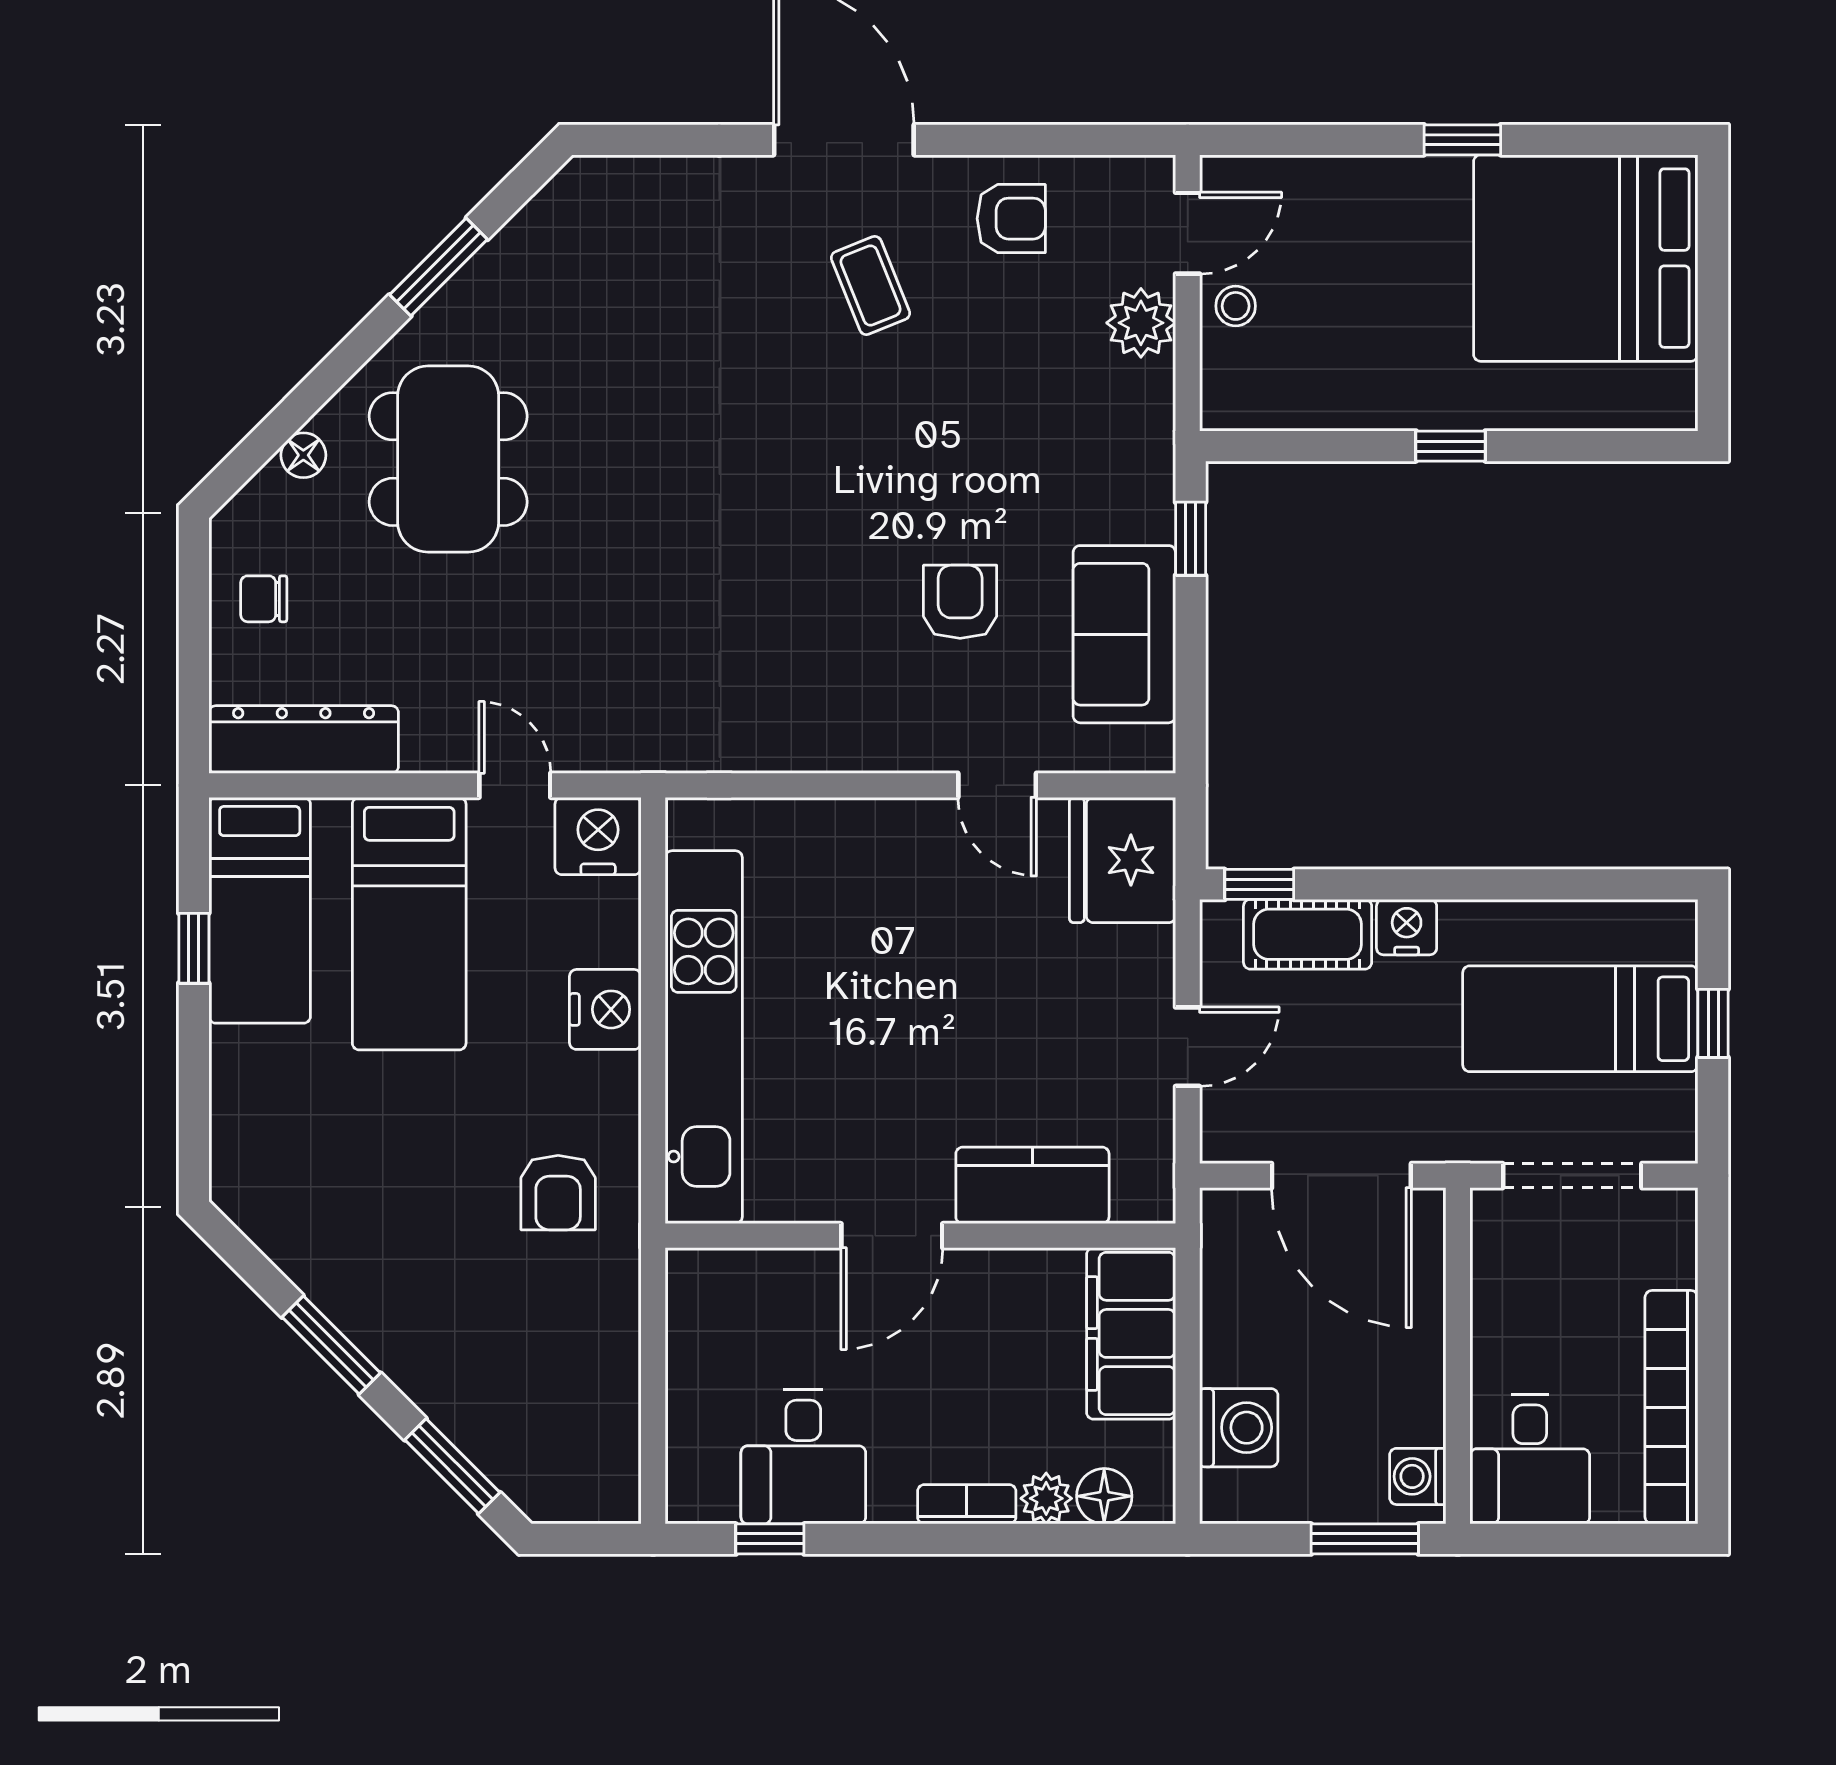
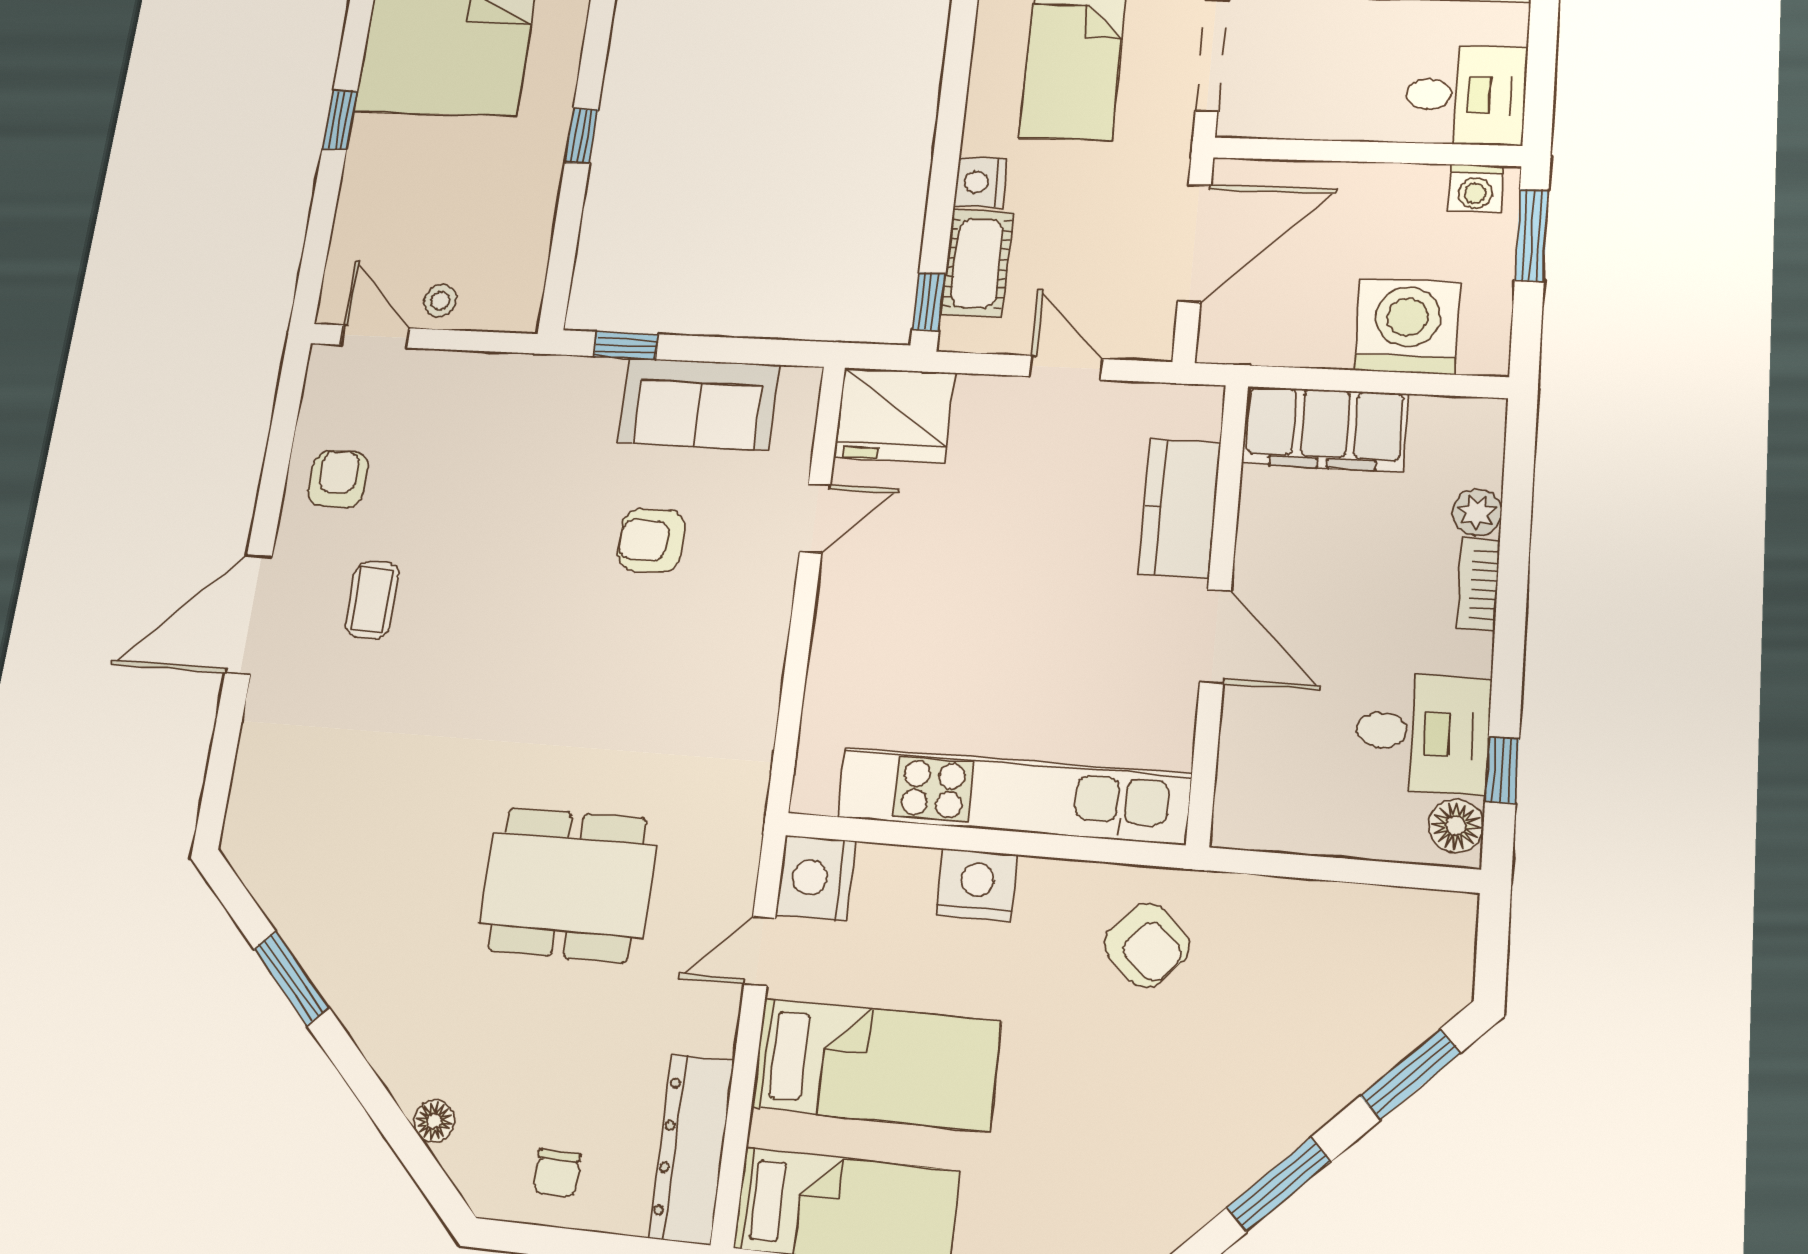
coffee table: (870, 285) -> (372, 600), turned -68
plant: (1141, 323) -> (441, 377), removed
dining table: (448, 459) -> (568, 884), moved
armchair: (558, 1193) -> (1147, 945), turned 44
washing machine: (1239, 1428) -> (1407, 326), width x1.37, depth x1.37
floor lamp: (1104, 1496) -> (1456, 826), moved

